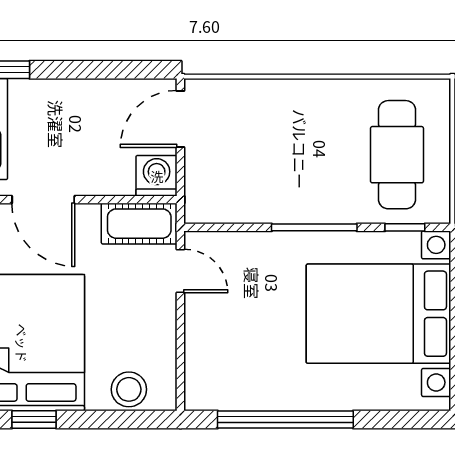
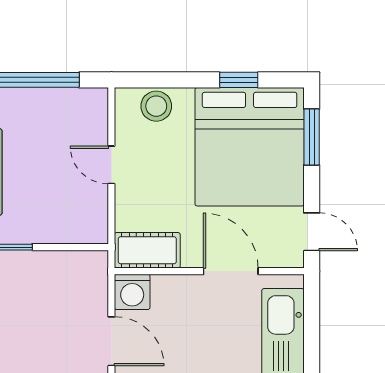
door: (180, 119) -> (111, 341), hinge flipped
door: (180, 271) -> (111, 165), moved

